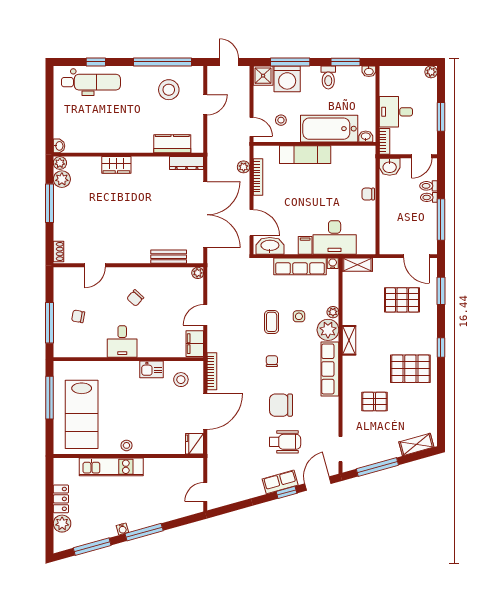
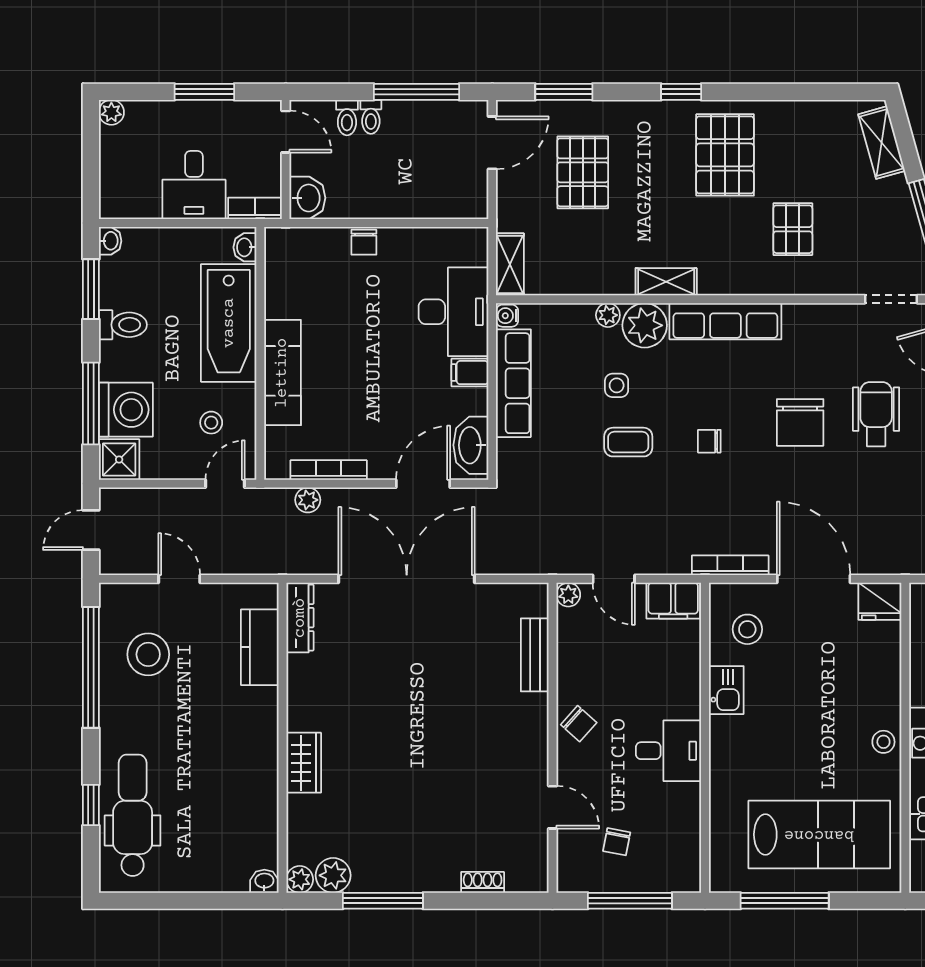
bench: (169, 257) -> (535, 655), moved
door: (95, 265) -> (553, 807), moved
wall: (128, 265) -> (553, 738), moved
plant: (198, 273) -> (568, 595), moved

